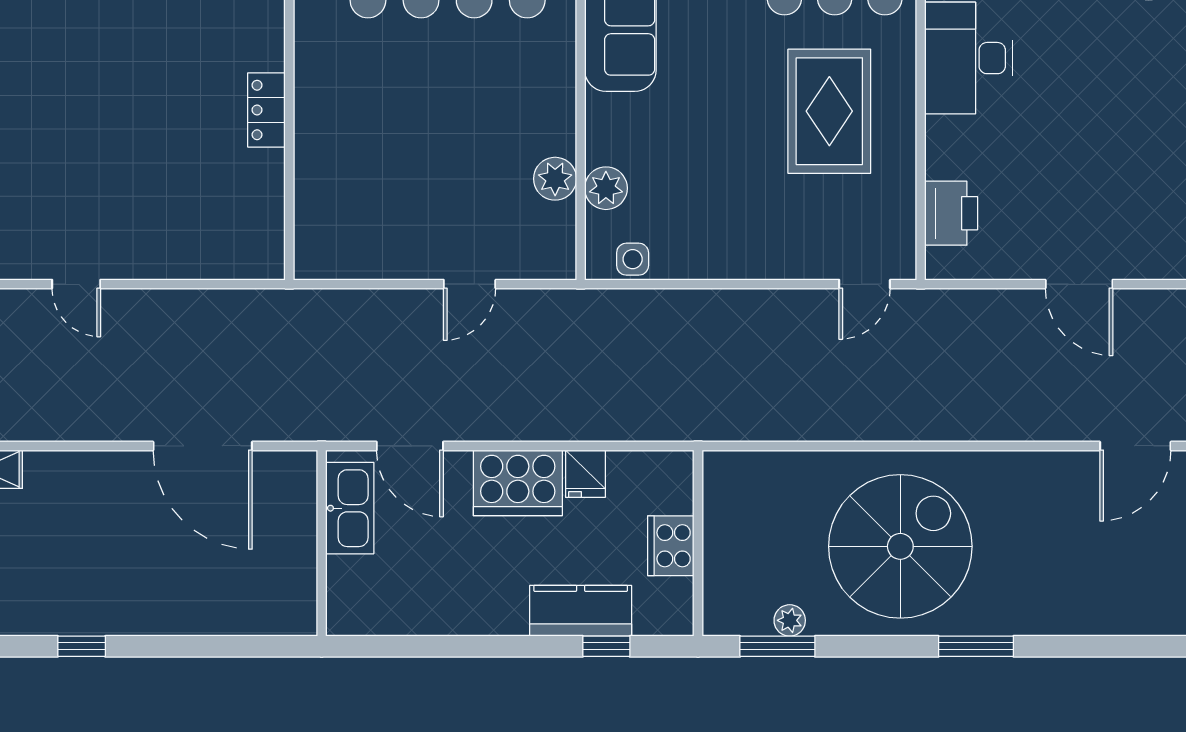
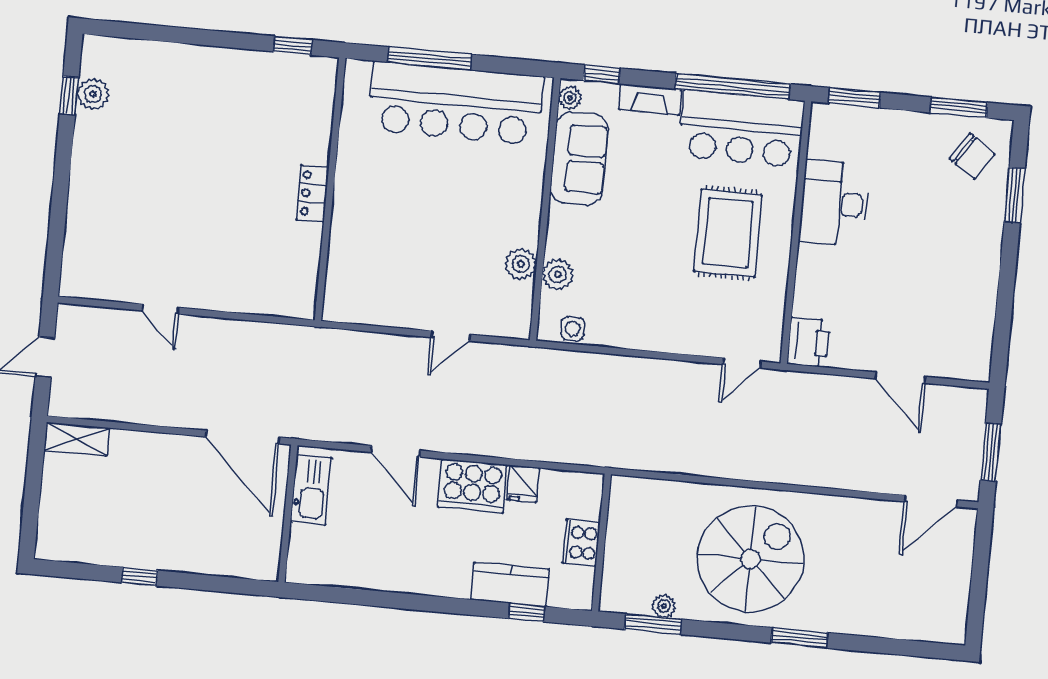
printer: (951, 213) -> (808, 342), moved
kitchen sink: (350, 508) -> (311, 490), moved
wall: (322, 543) -> (288, 514), moved

